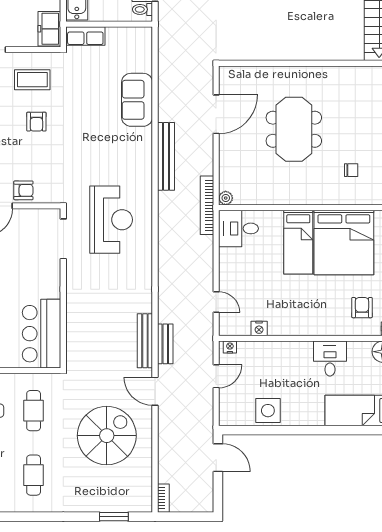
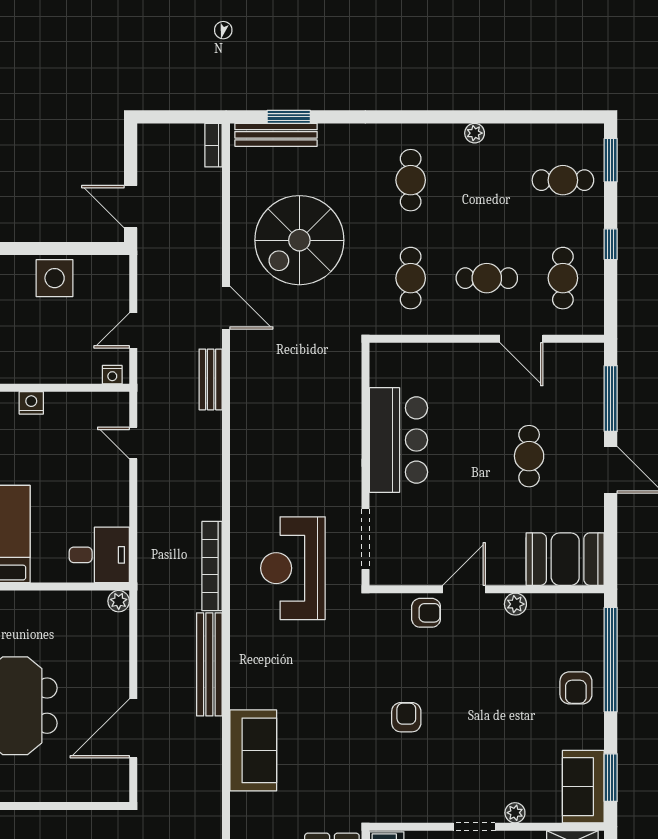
coffee table: (32, 80) -> (413, 781), removed
armchair: (23, 190) -> (426, 613), turned 180
bookcase: (207, 205) -> (212, 566), moved, turned 180
nightstand: (259, 328) -> (31, 403), moved
bar counter: (42, 334) -> (398, 440), moved
bench: (145, 341) -> (276, 135), moved, turned 90

